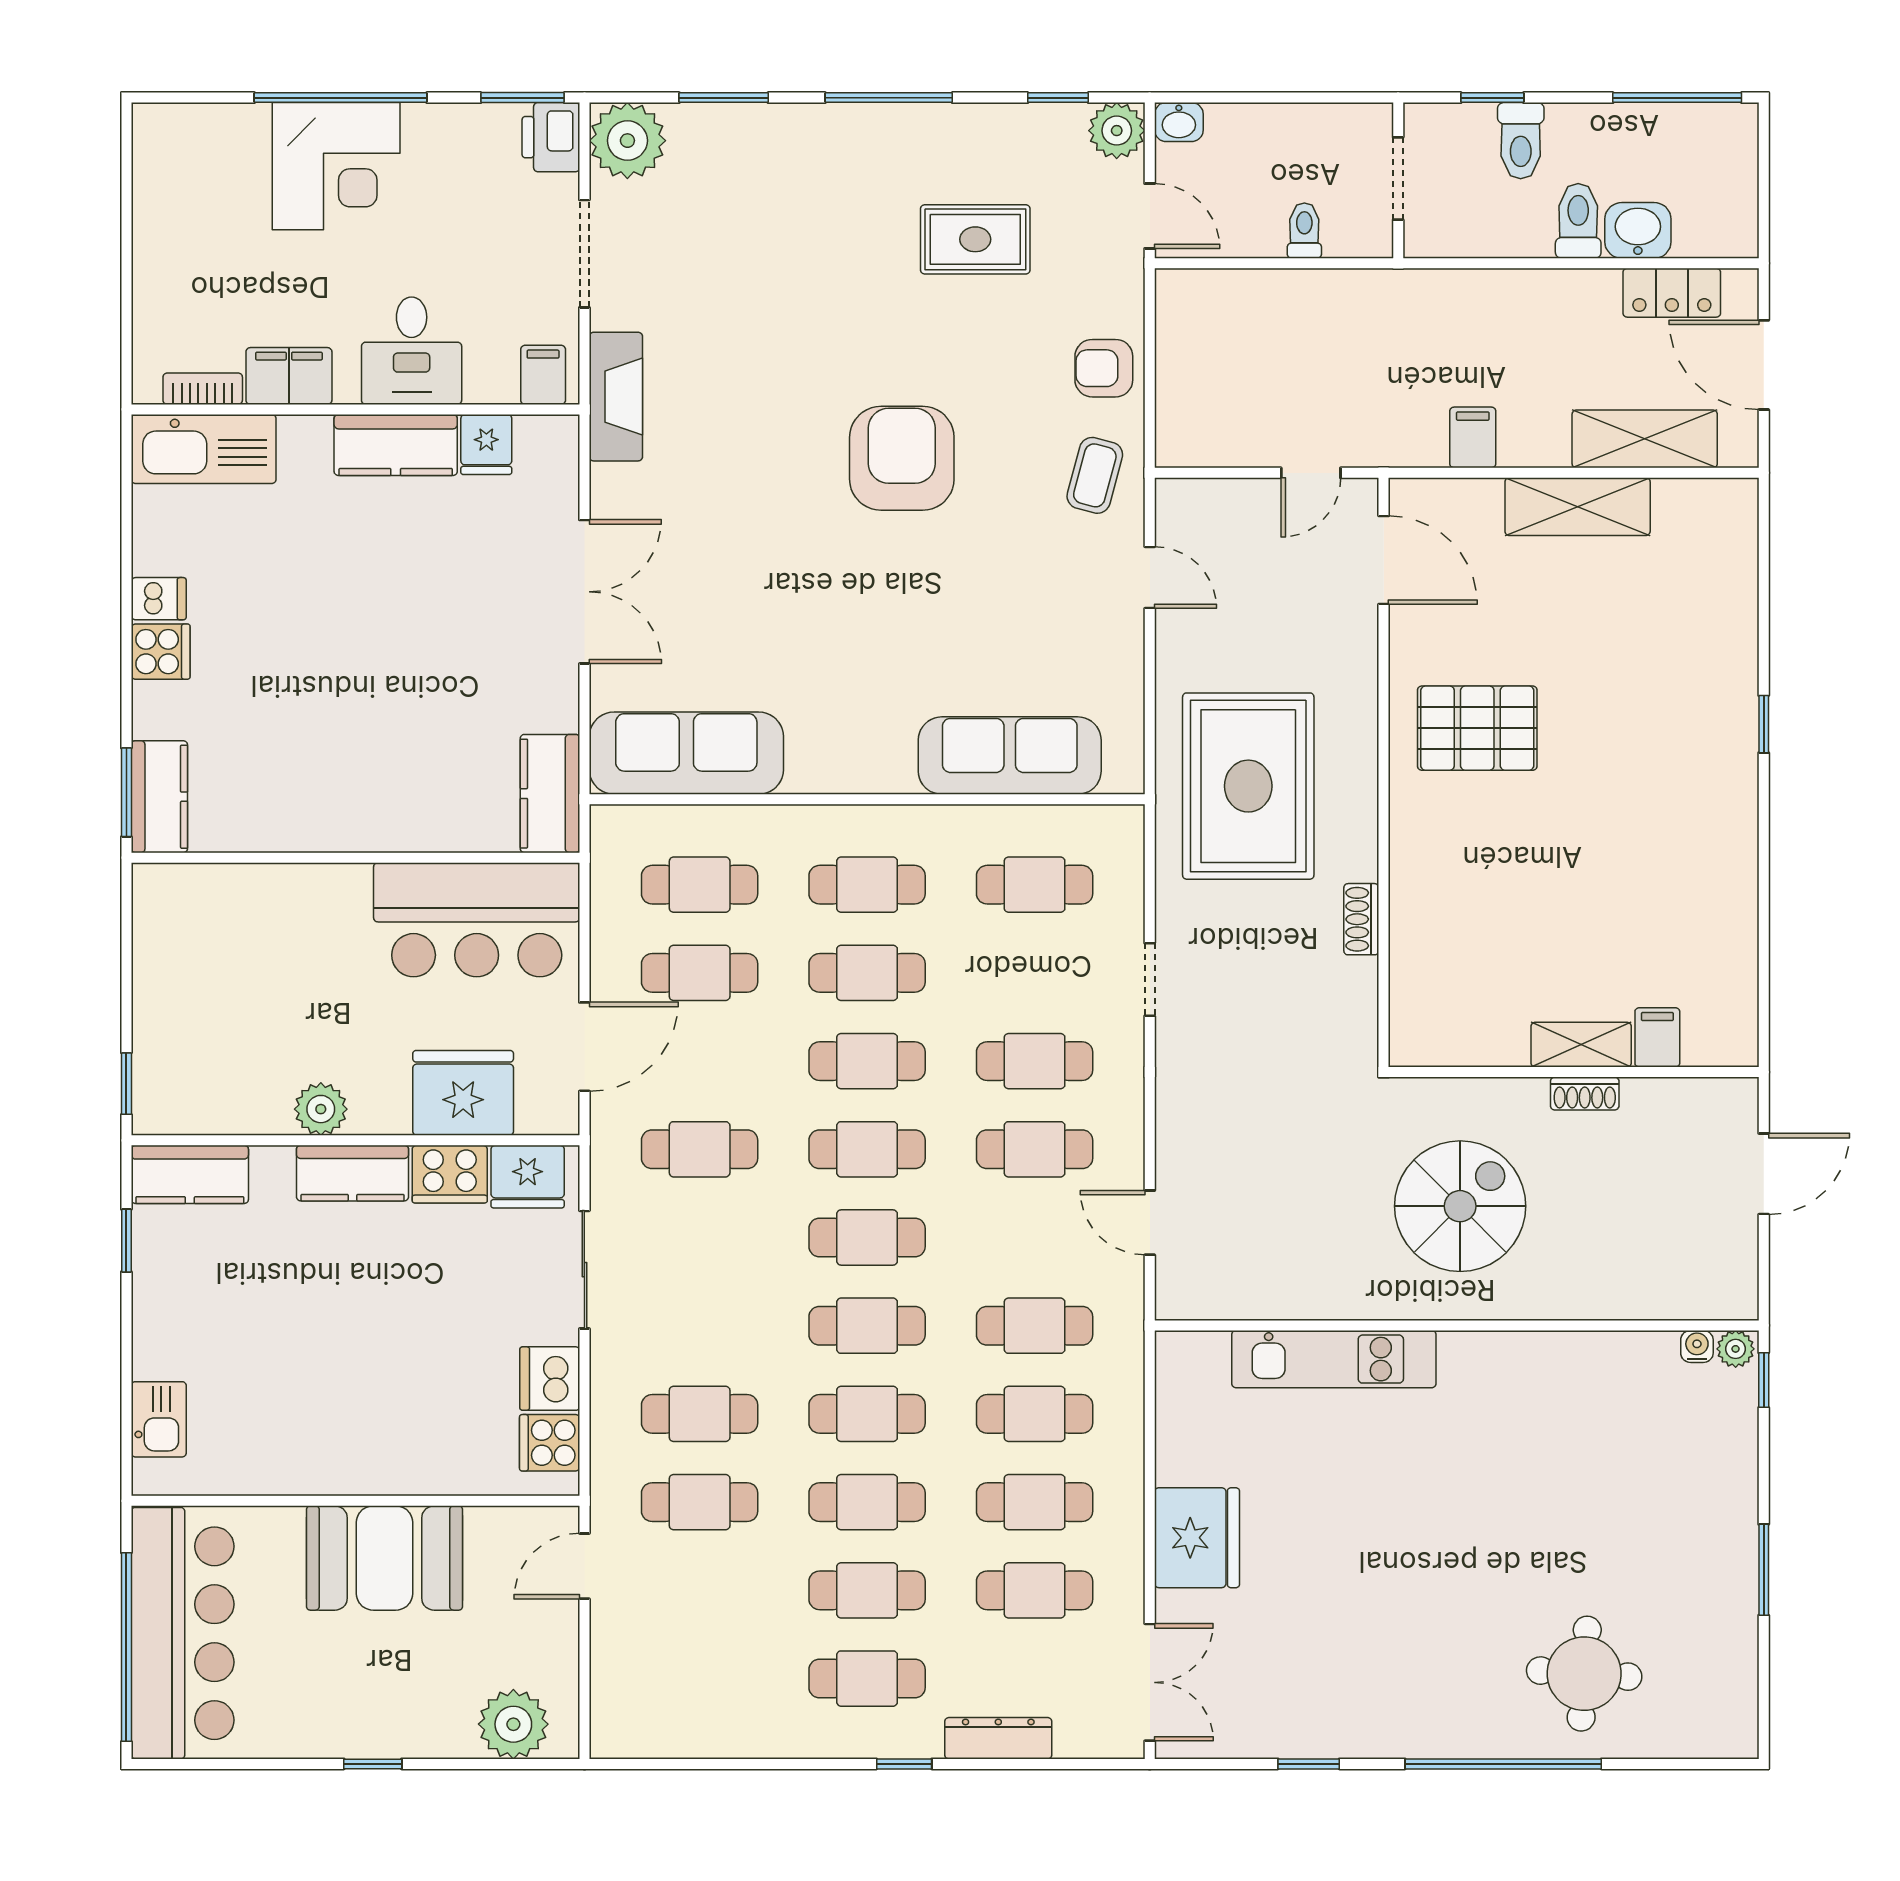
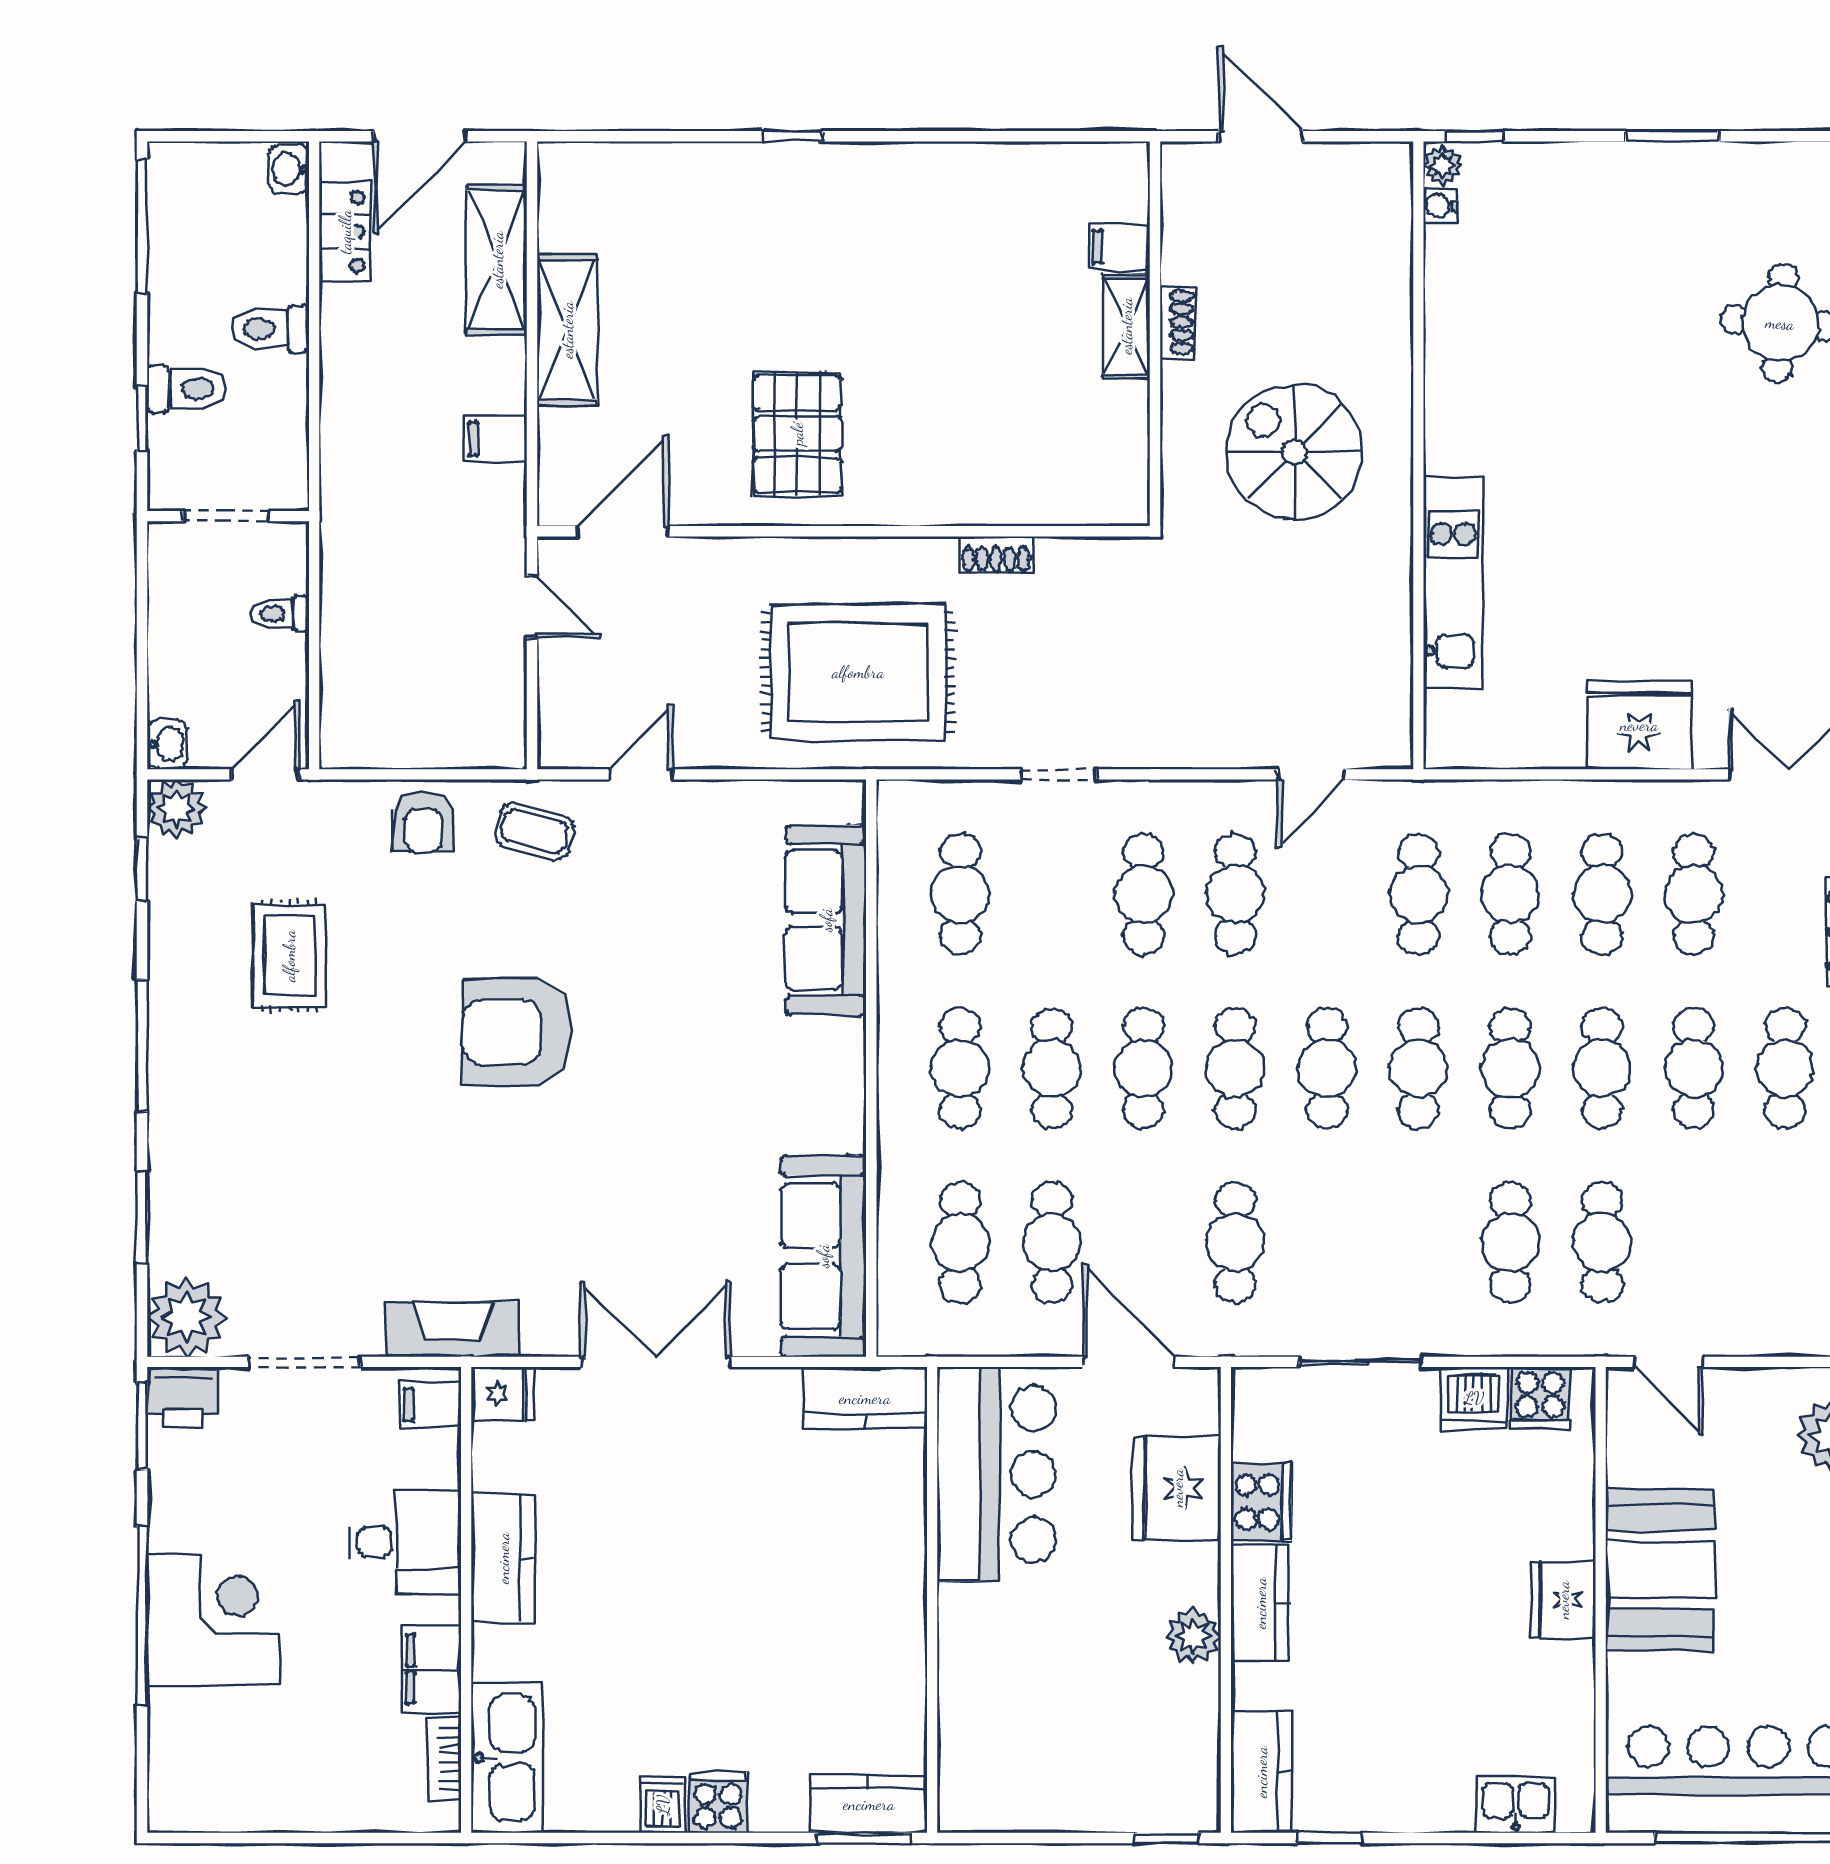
washbasin: (1638, 230) -> (289, 169), moved, width x0.72, depth x0.69
fridge: (486, 444) -> (503, 1393), moved
fridge: (528, 1177) -> (1563, 1600), moved, turned 180

